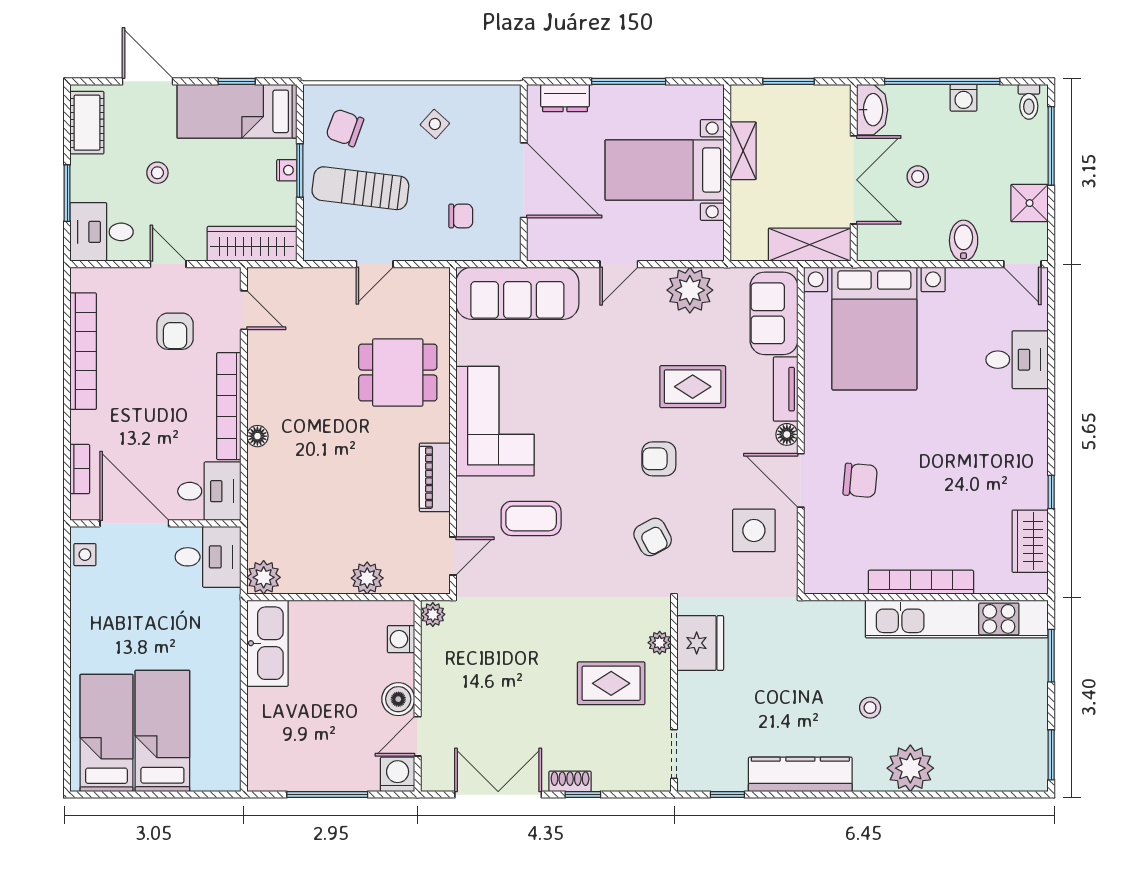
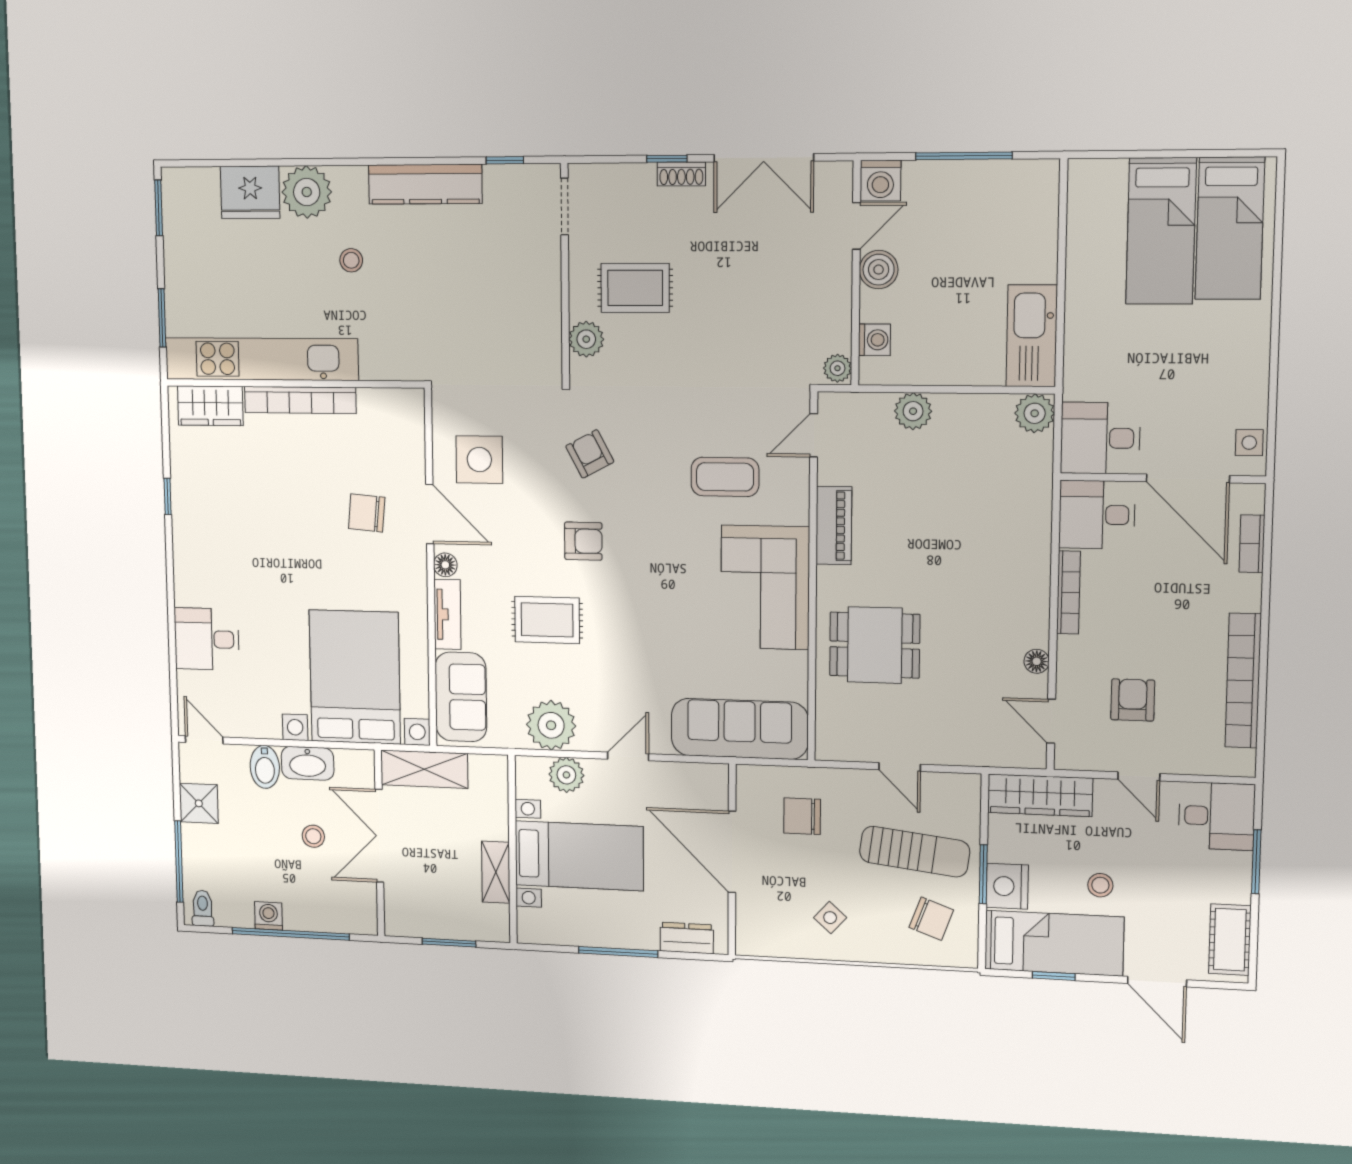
washbasin: (872, 110) -> (308, 763), moved, turned -90
nightstand: (287, 170) -> (1007, 886), width x1.89, depth x1.79
stool: (157, 173) -> (1100, 885), moved
chair: (461, 216) -> (802, 816), width x1.37, depth x1.37
plant: (676, 245) -> (566, 775), added
door: (375, 264) -> (900, 767), swing flipped
bookcase: (229, 406) -> (1068, 592), width x0.68, depth x0.76
floor lamp: (257, 436) -> (1037, 661), moved
wardrobe: (1030, 541) -> (210, 406), moved, turned 90
plant: (660, 643) -> (586, 339), width x1.38, depth x1.38
fridge: (700, 643) -> (250, 192), moved, turned -90

